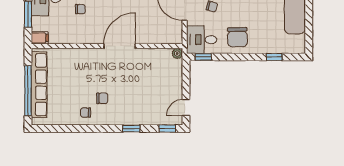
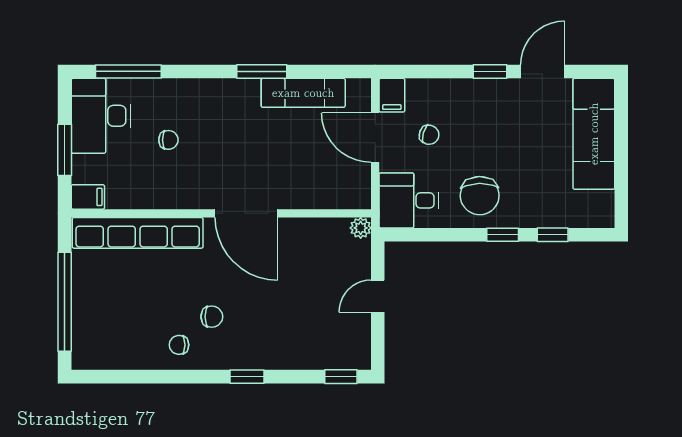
door: (120, 46) -> (246, 213), swing flipped
window: (203, 57) -> (503, 235), moved
row of seats: (39, 85) -> (138, 233), moved, turned 90
door: (186, 108) -> (378, 296), moved
window: (131, 129) -> (247, 377), moved

